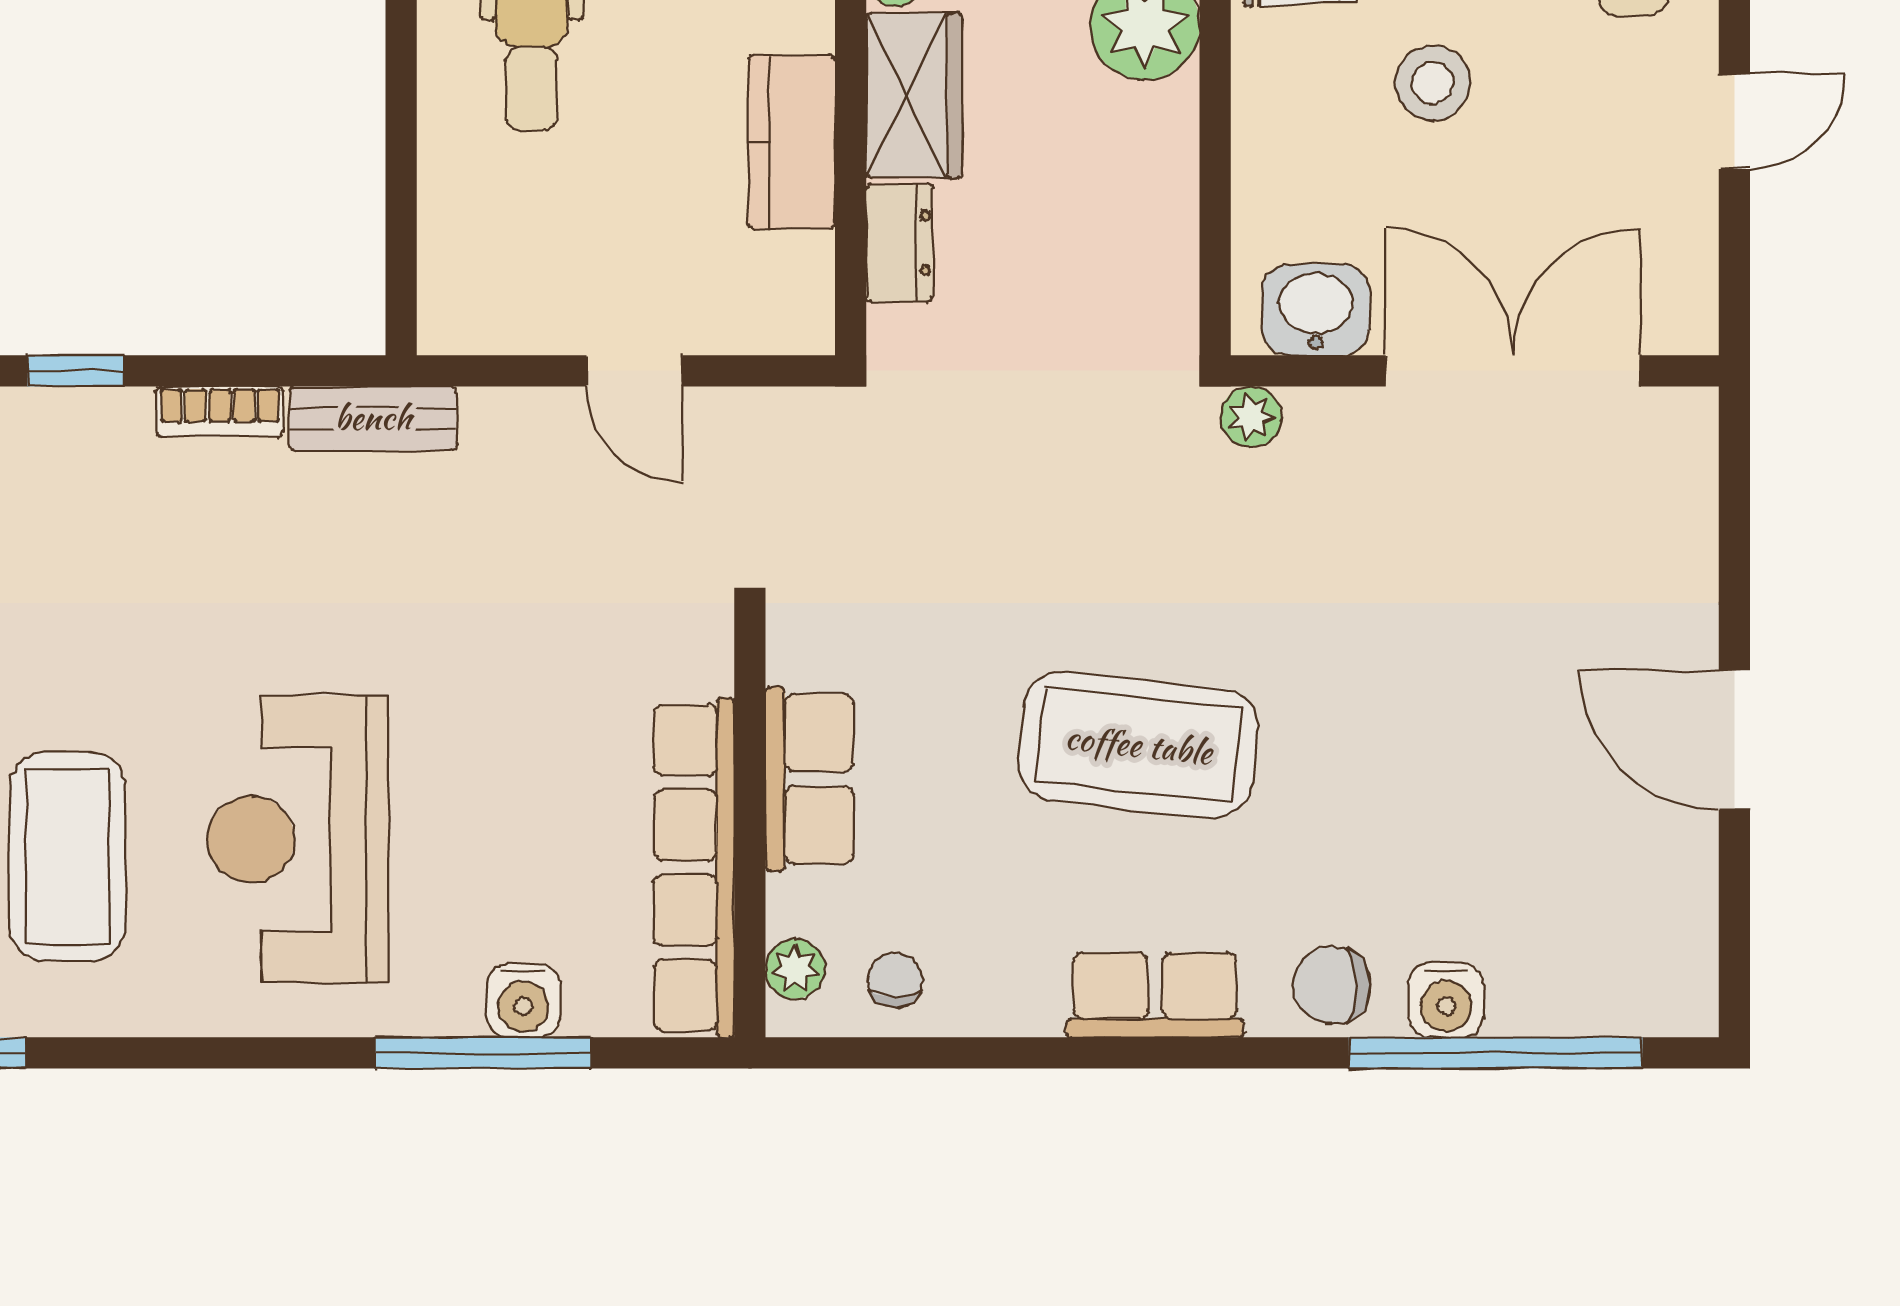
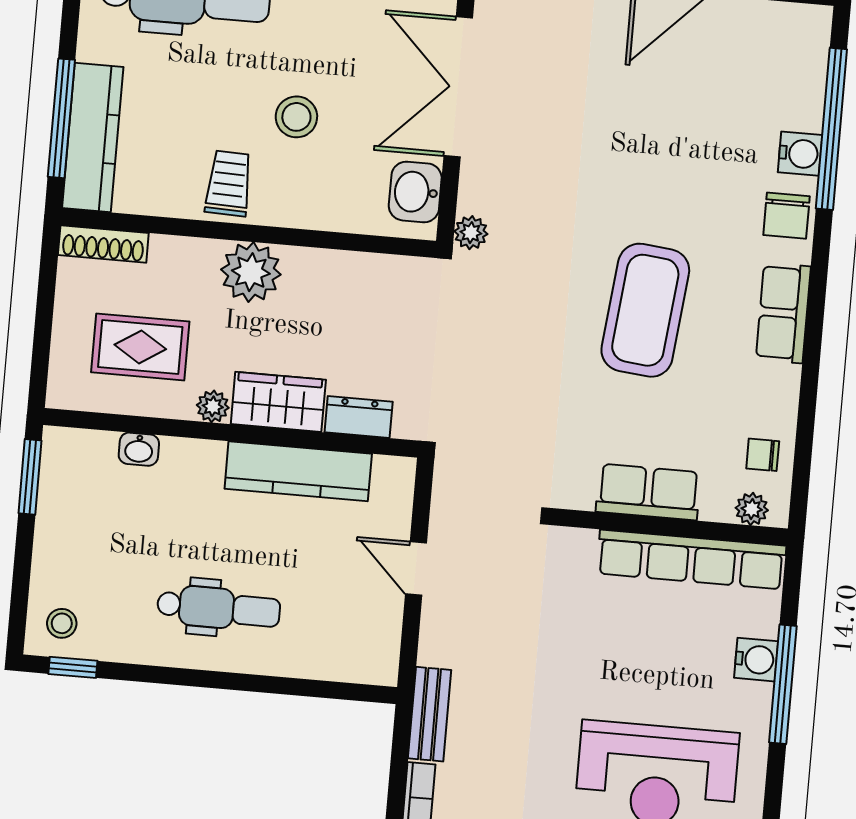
kitchen counter: (792, 142) -> (298, 471), width x1.50
door: (634, 371) -> (416, 568), swing flipped

